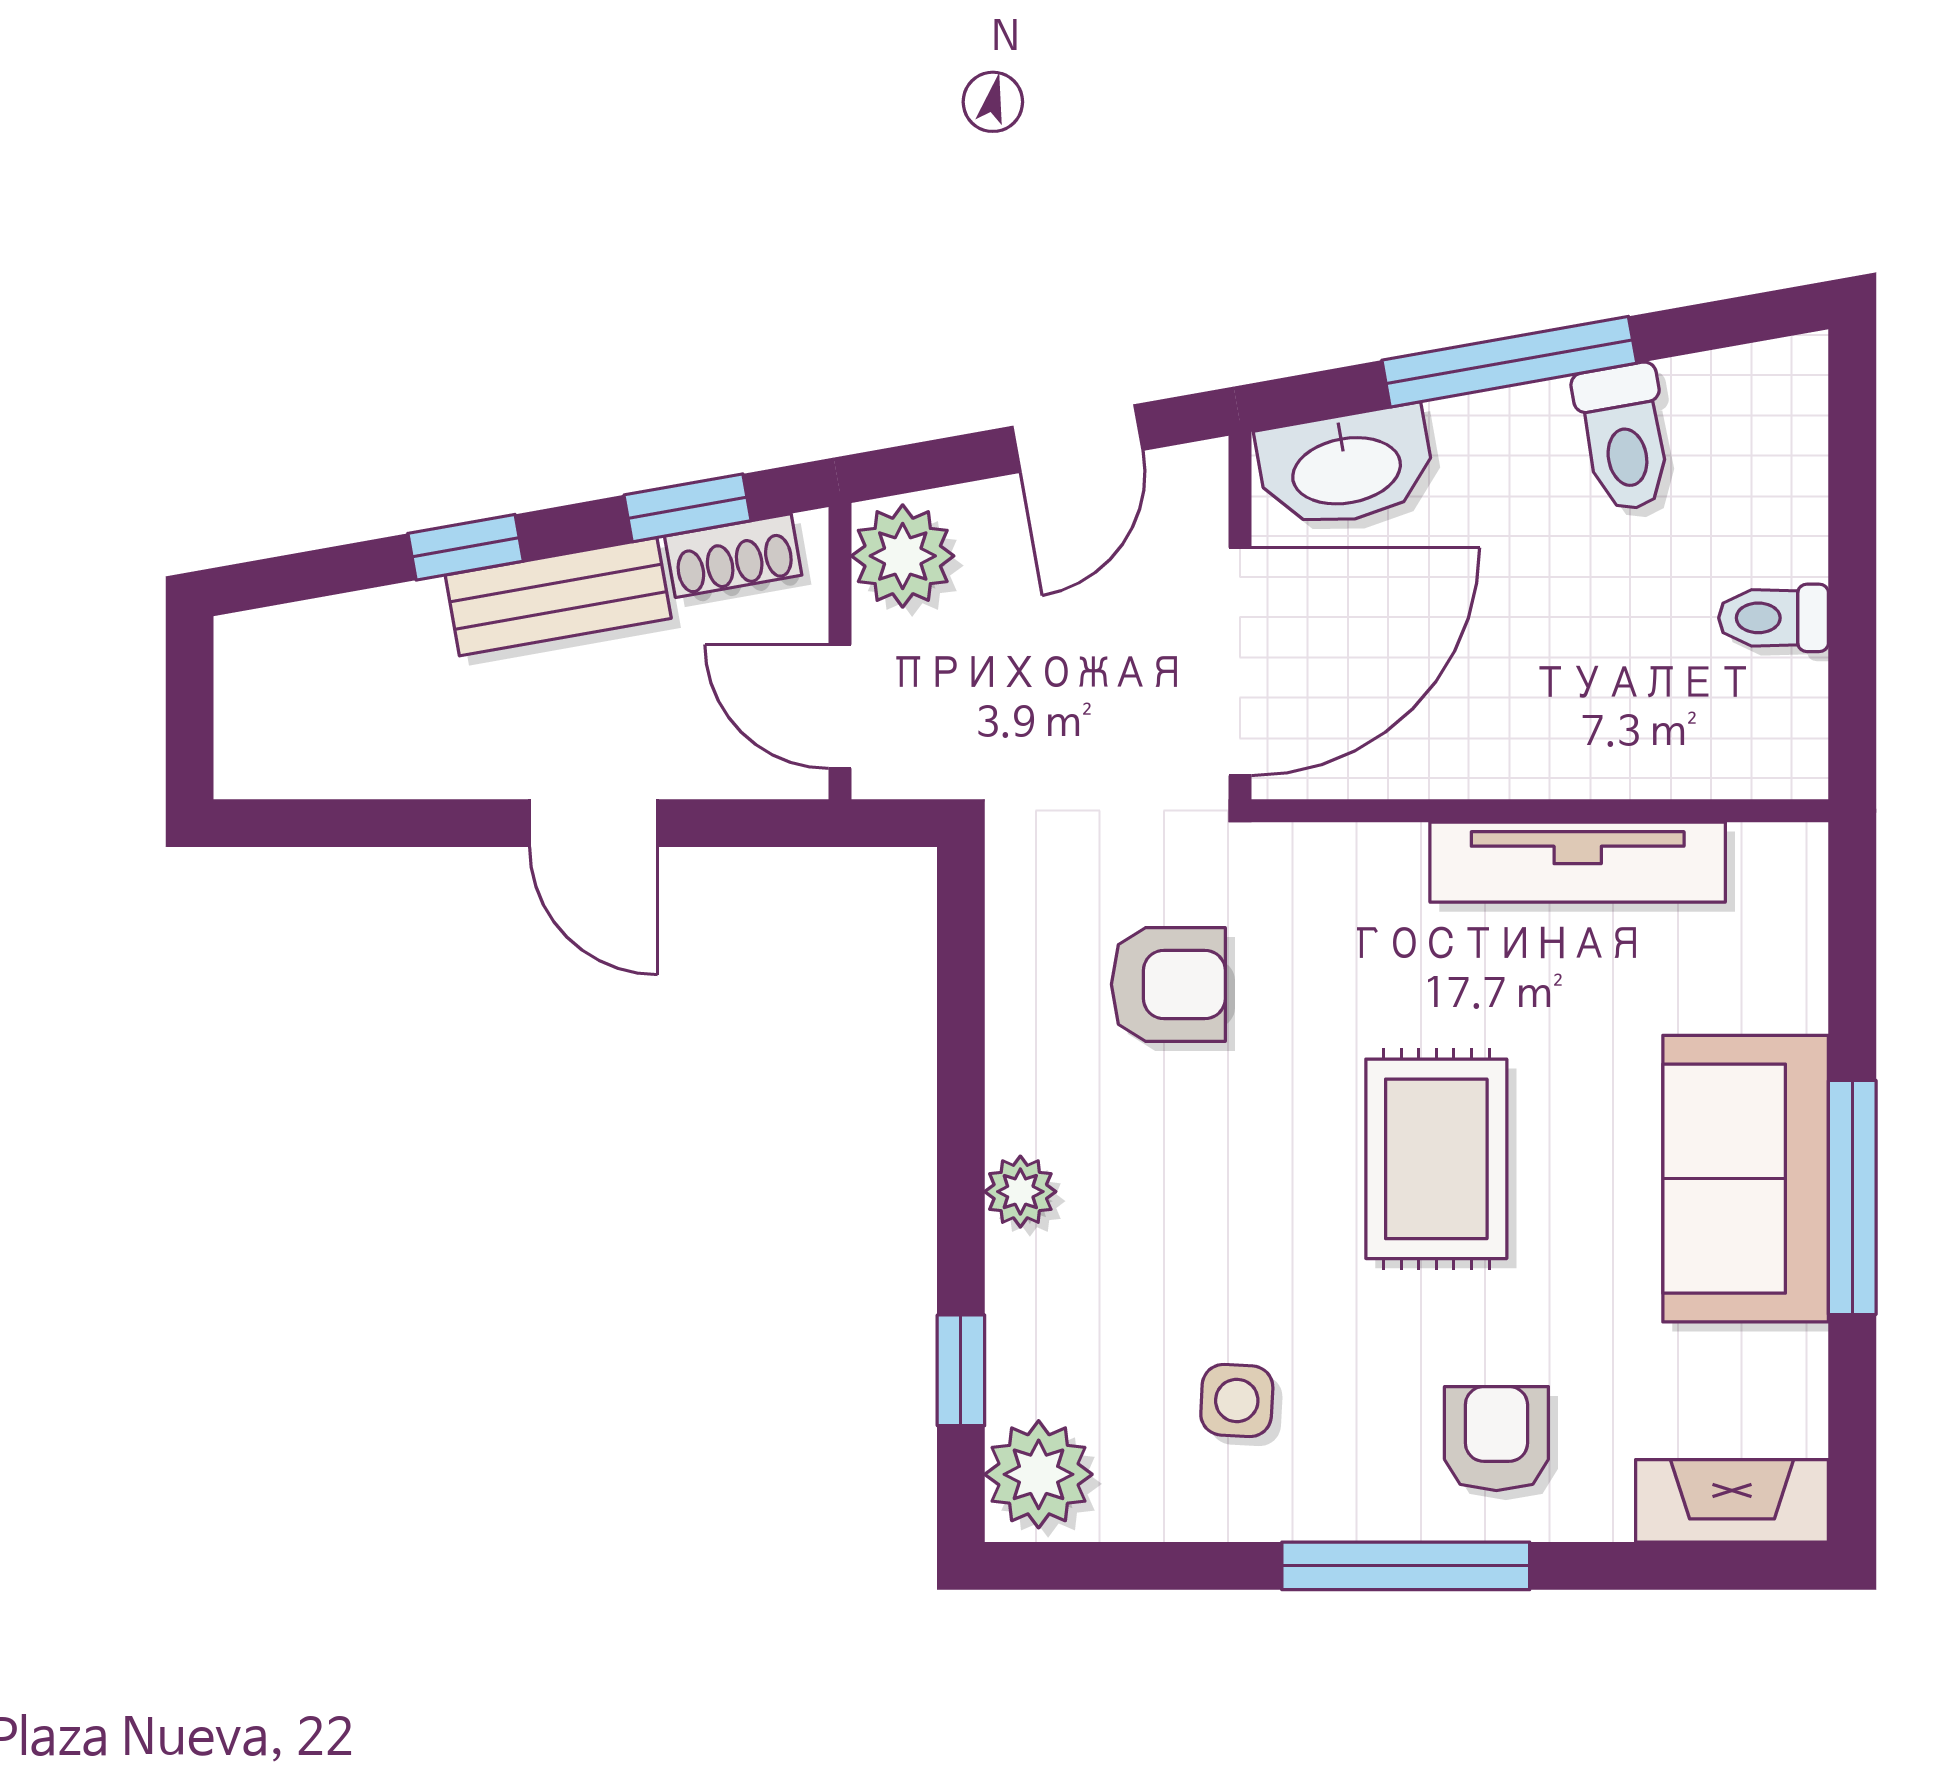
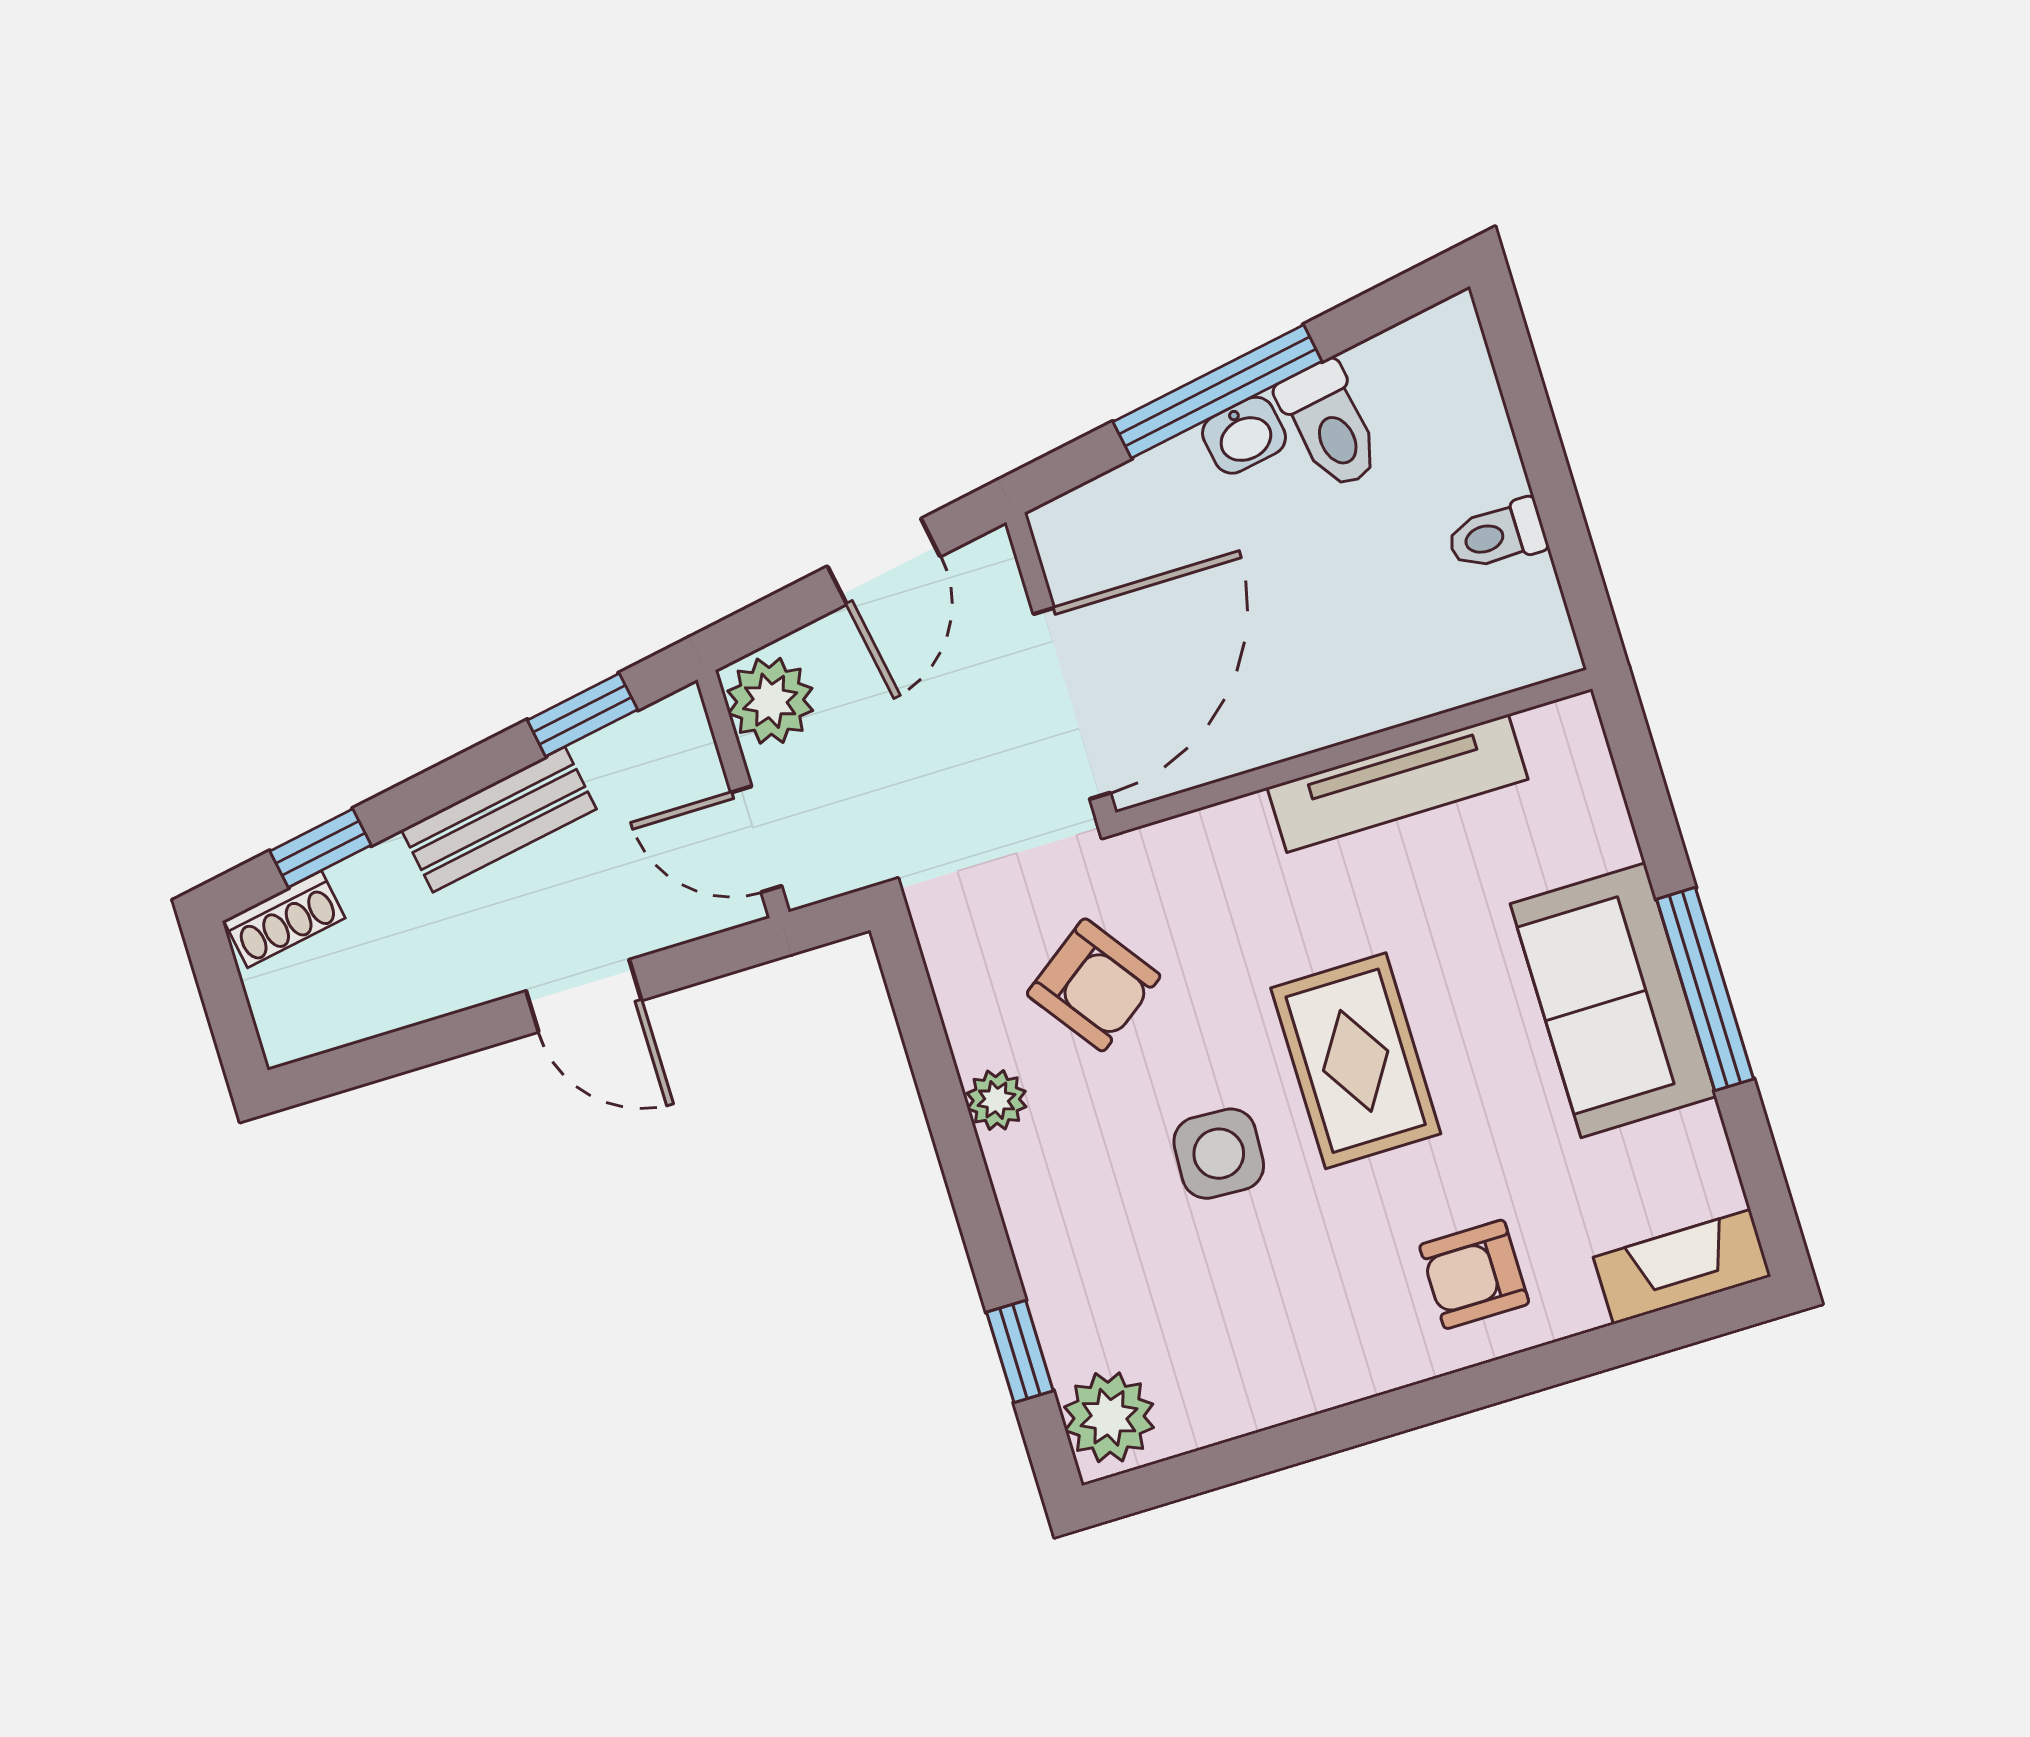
washbasin: (1346, 468) -> (1244, 435), moved, width x0.52, depth x0.69
window: (466, 547) -> (320, 848), moved
shoe rack: (733, 556) -> (284, 919), moved
armchair: (1168, 984) -> (1094, 985), turned 54
plant: (1020, 1192) -> (996, 1100), moved
side table: (1237, 1400) -> (1219, 1154), moved, width x1.37, depth x1.37
armchair: (1496, 1439) -> (1474, 1274), turned -90
window: (1406, 1566) -> (1432, 1401), removed

